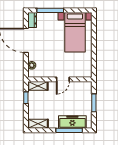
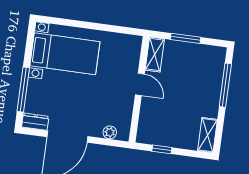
shelving: (38, 86) -> (155, 54), moved
freezer: (72, 122) -> (212, 78), removed

